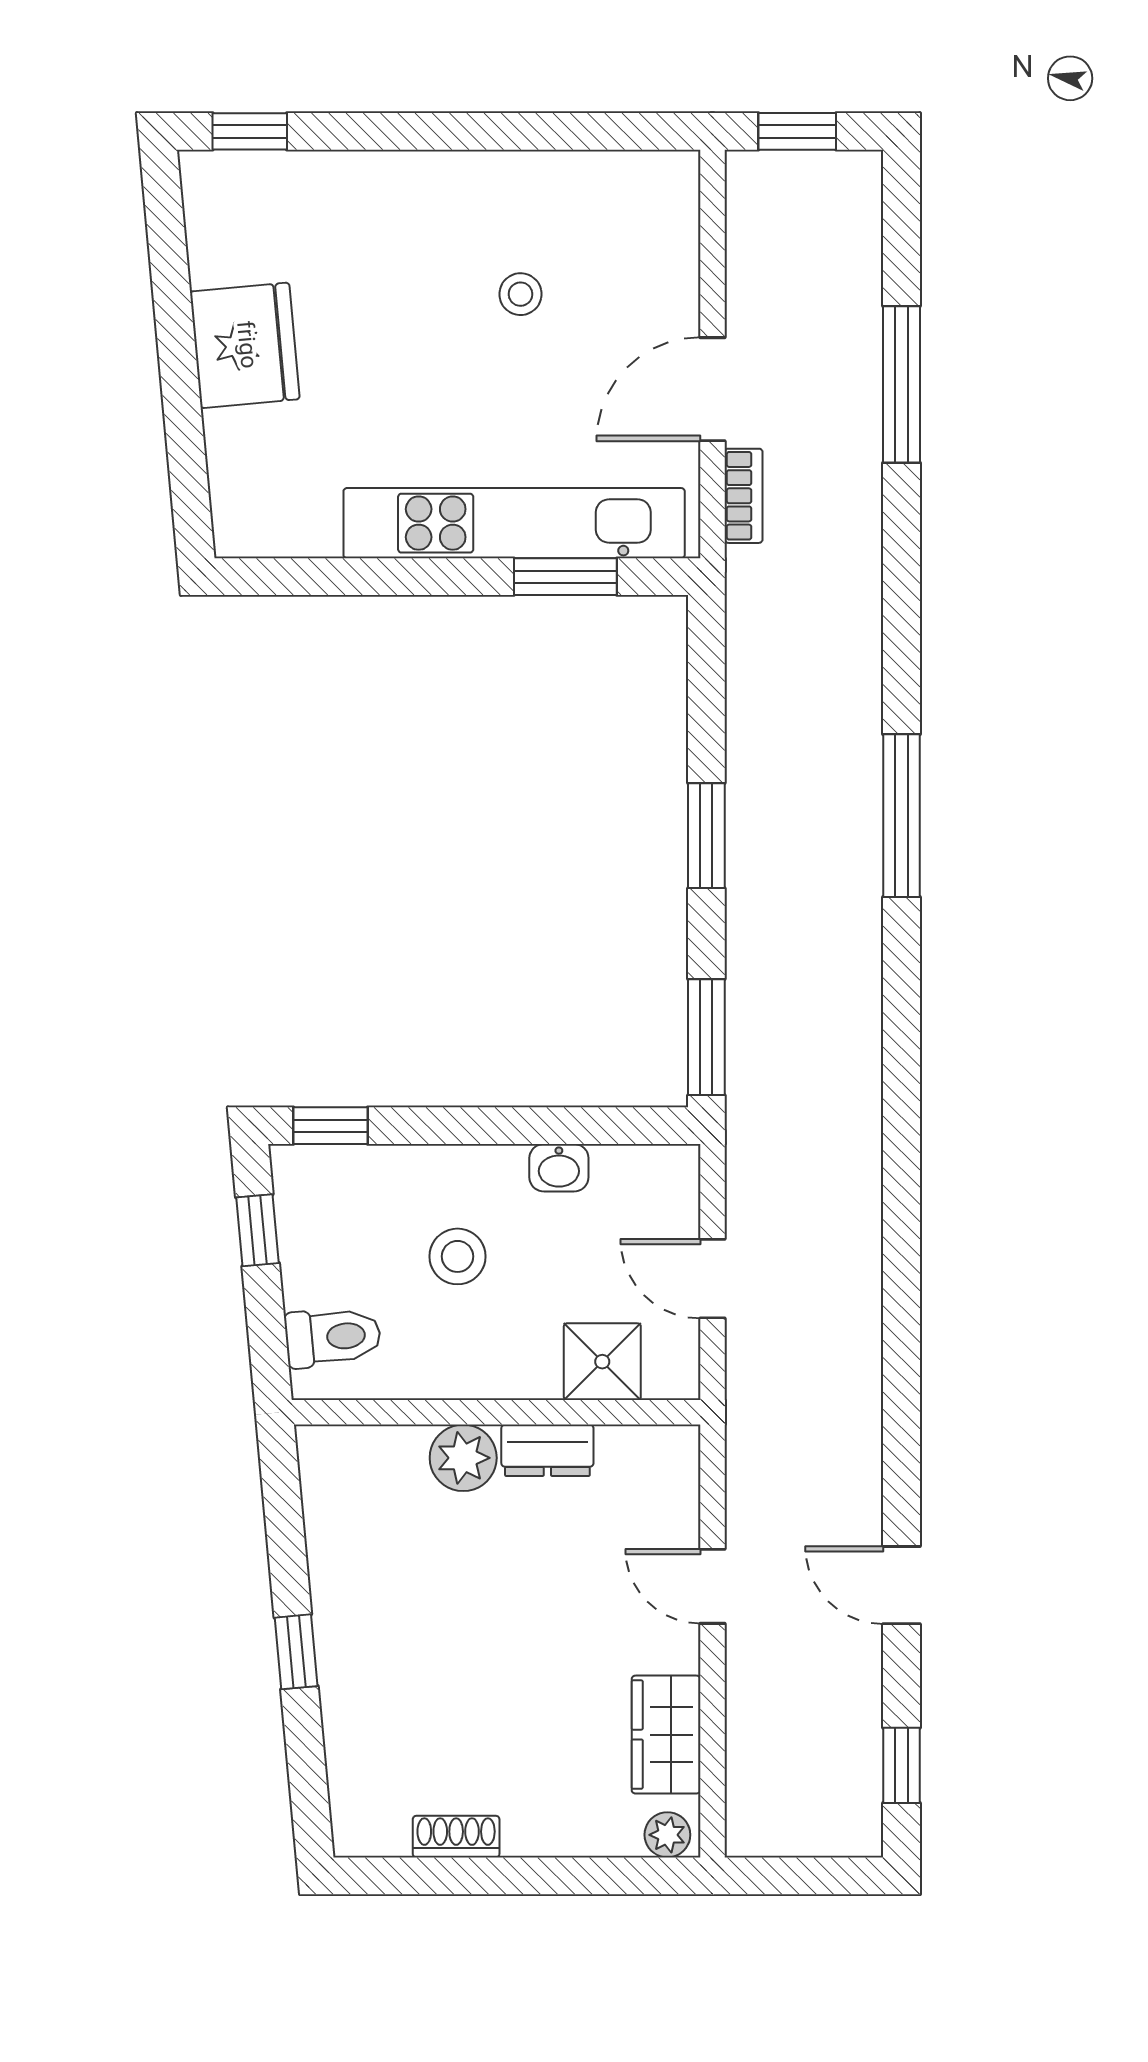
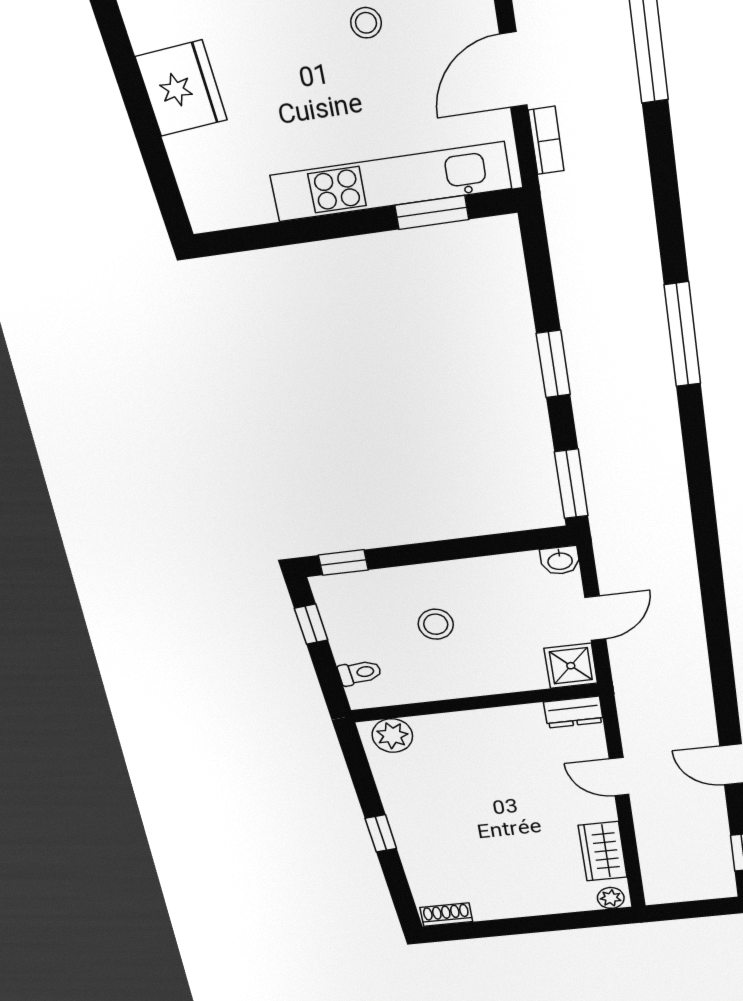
washbasin: (559, 1168) -> (560, 561), moved
door: (712, 1279) -> (595, 618), swing flipped
toilet: (333, 1337) -> (360, 673), width x0.73, depth x0.72
shower: (602, 1362) -> (571, 666), moved
dresser: (547, 1450) -> (573, 712), moved
plant: (463, 1458) -> (392, 736), moved
shoe rack: (456, 1837) -> (446, 915), moved

